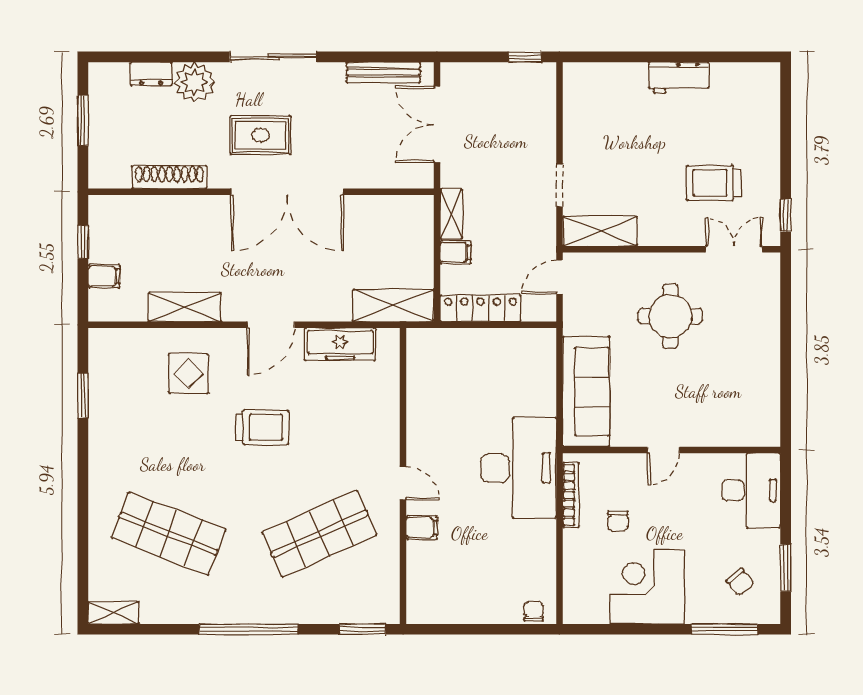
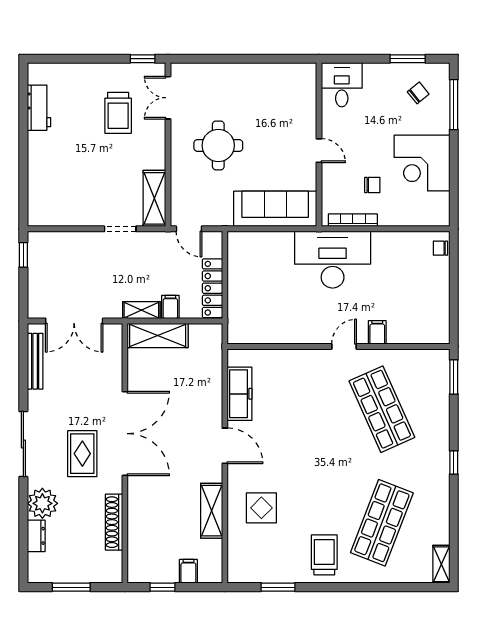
workbench: (679, 78) -> (39, 108), moved
shelving: (393, 305) -> (158, 335), moved, turned 90
trolley: (262, 427) -> (324, 555), moved
desk: (751, 490) -> (342, 85), width x0.73
window: (249, 629) -> (454, 463), width x0.32

